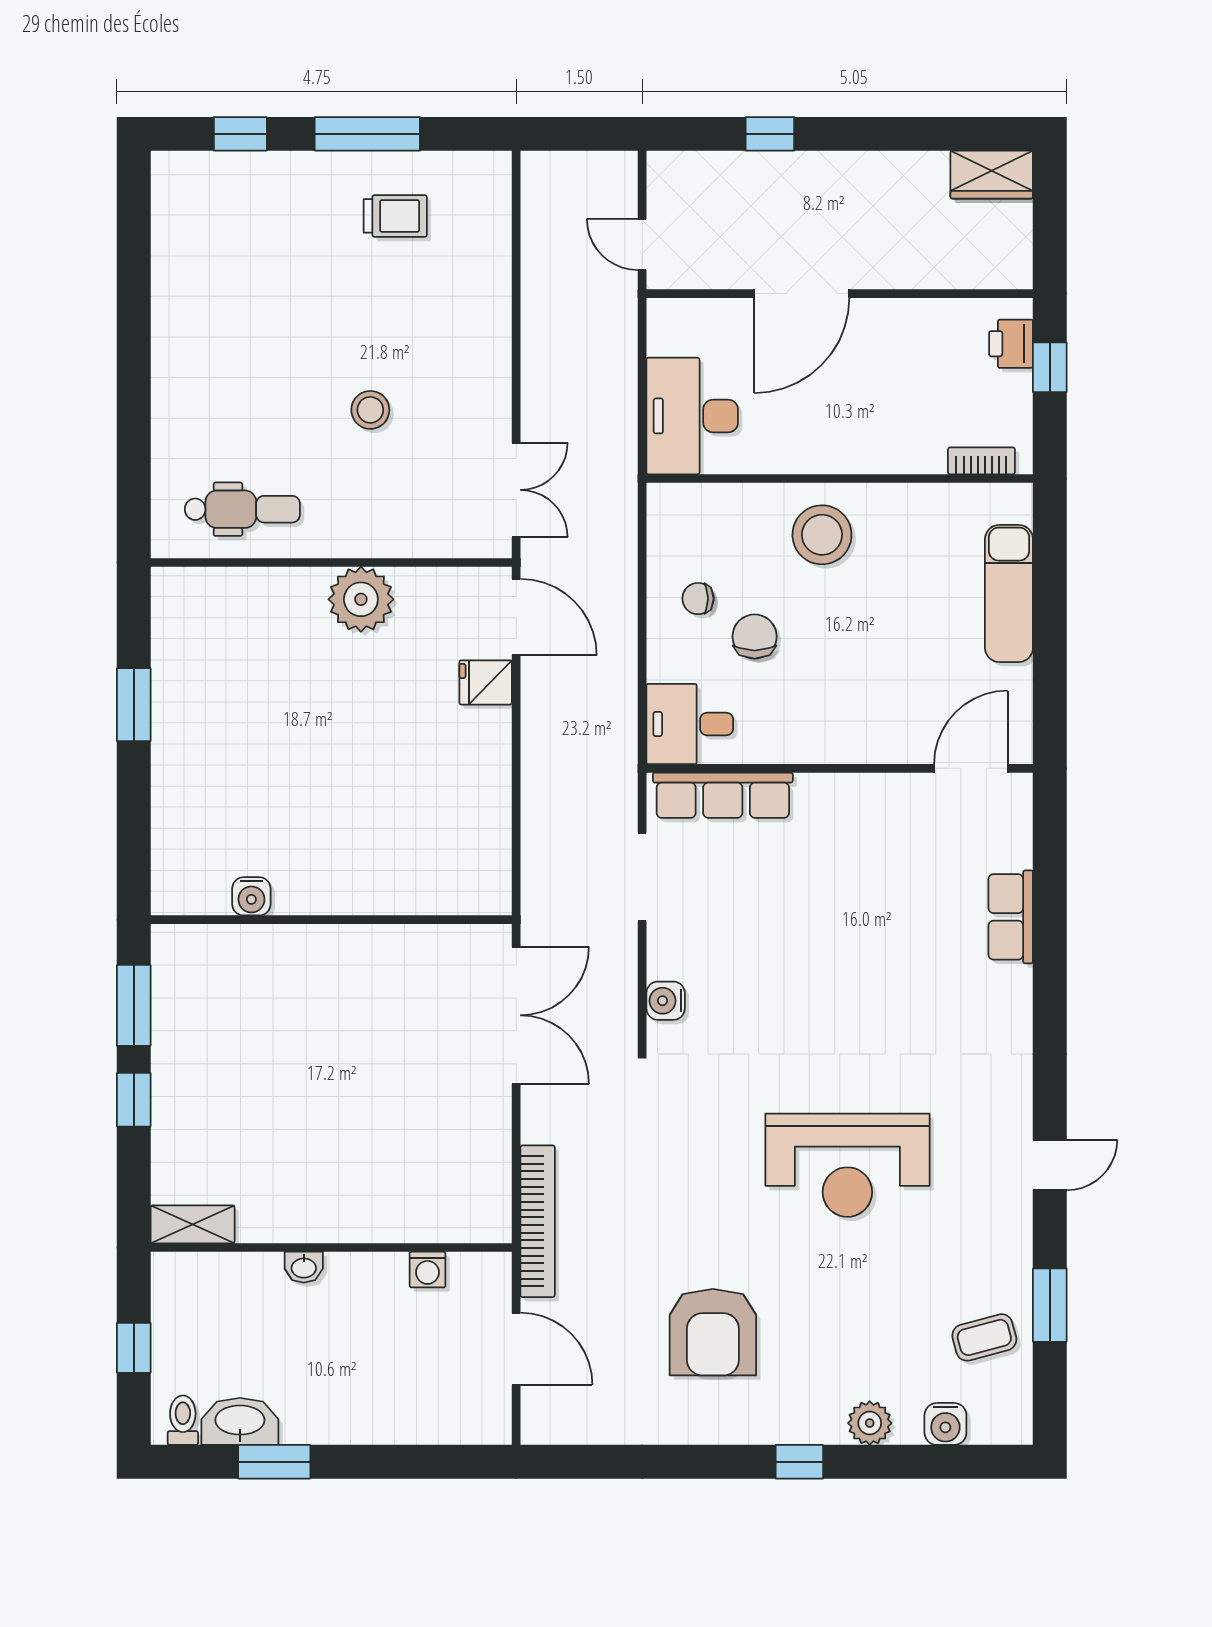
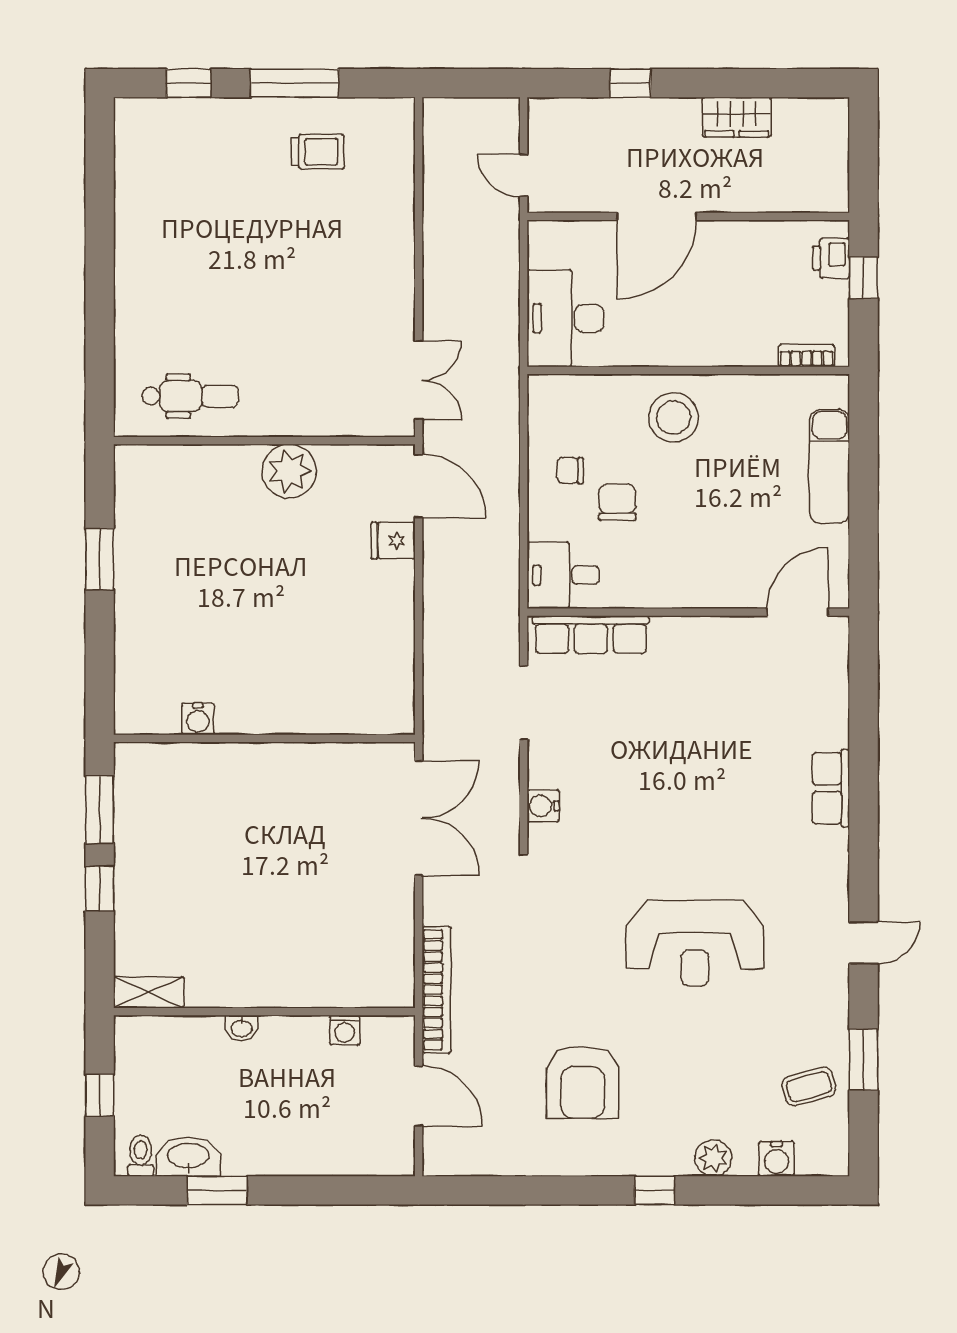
wardrobe: (992, 175) -> (737, 117), moved
stool: (370, 410) -> (297, 313), removed
row of seats: (1011, 917) -> (831, 788), moved

